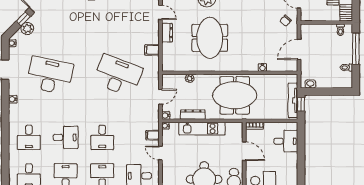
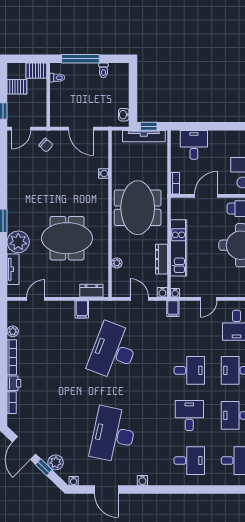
dresser: (167, 33) -> (91, 291), moved
filing cabinet: (152, 135) -> (173, 309), moved

